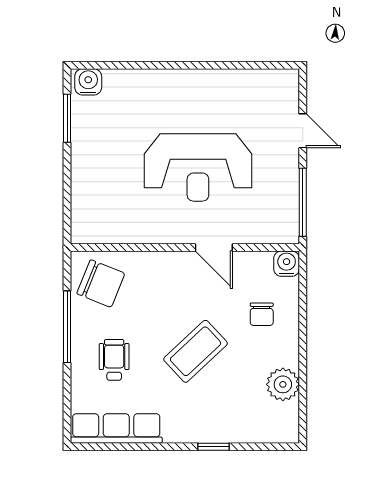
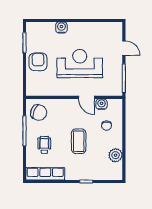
water cooler: (88, 82) -> (61, 27), moved
armchair: (99, 163) -> (38, 62), added
reception desk: (198, 168) -> (80, 64), turned 180
water cooler: (287, 264) -> (102, 104), moved
coffee table: (196, 351) -> (79, 141), turned -47

